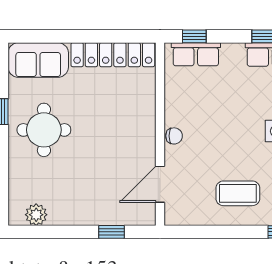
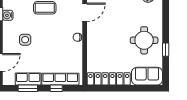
window: (194, 36) -> (56, 88), moved
row of seats: (196, 54) -> (60, 79), width x1.48

